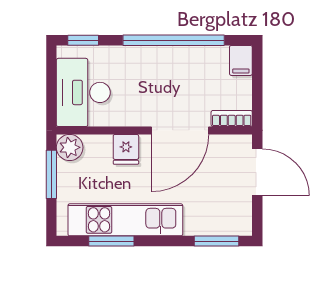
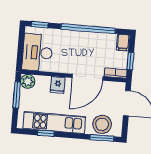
window: (257, 93) -> (130, 61), added
stool: (215, 216) -> (102, 124), added
window: (111, 241) -> (46, 133), width x0.67

